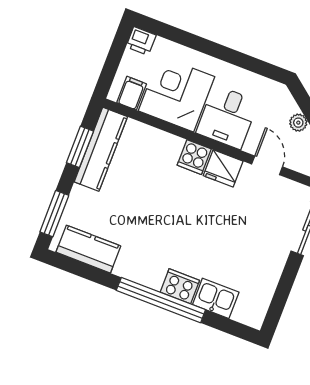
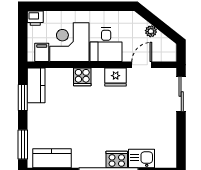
kitchen counter: (101, 149) -> (36, 85), width x0.67
cooker: (194, 157) -> (82, 77), moved
door: (267, 165) -> (142, 65), hinge flipped

